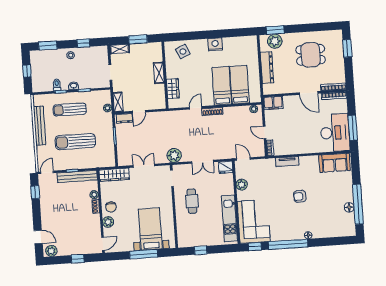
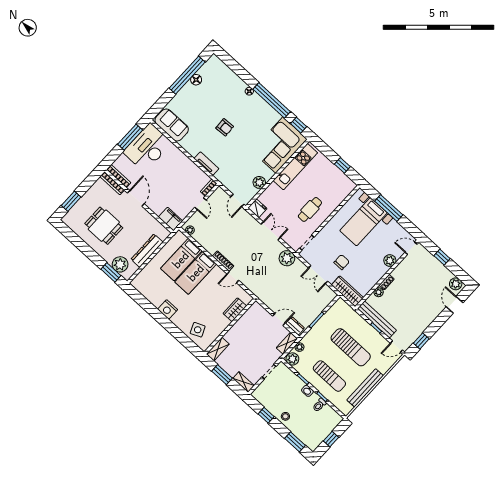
shelving: (159, 73) -> (218, 349), moved
plant: (104, 96) -> (292, 359), added
chair: (111, 207) -> (342, 262), moved

